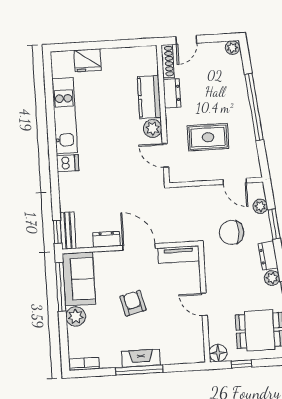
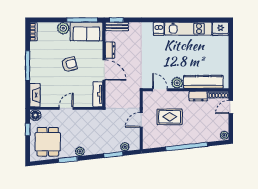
door: (186, 40) -> (231, 107), hinge flipped
fridge: (88, 60) -> (220, 29), moved, turned -90
kitchen counter: (149, 97) -> (203, 82), width x1.50
rug: (208, 137) -> (170, 117), turned 90
door: (165, 155) -> (160, 90), hinge flipped
door: (235, 181) -> (141, 120), moved
chair: (232, 232) -> (110, 128), removed
door: (139, 247) -> (104, 70), hinge flipped
dresser: (268, 256) -> (94, 150), removed
fireplace: (141, 358) -> (35, 95), moved

